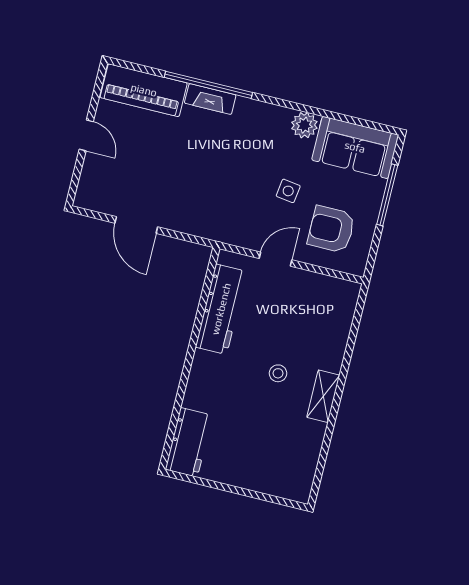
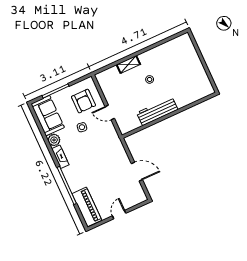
fireplace: (210, 99) -> (60, 157), moved
door: (136, 225) -> (137, 172), hinge flipped
workbench: (221, 309) -> (157, 111), moved
shelving: (323, 396) -> (128, 65), moved
workbench: (189, 442) -> (199, 92), removed

